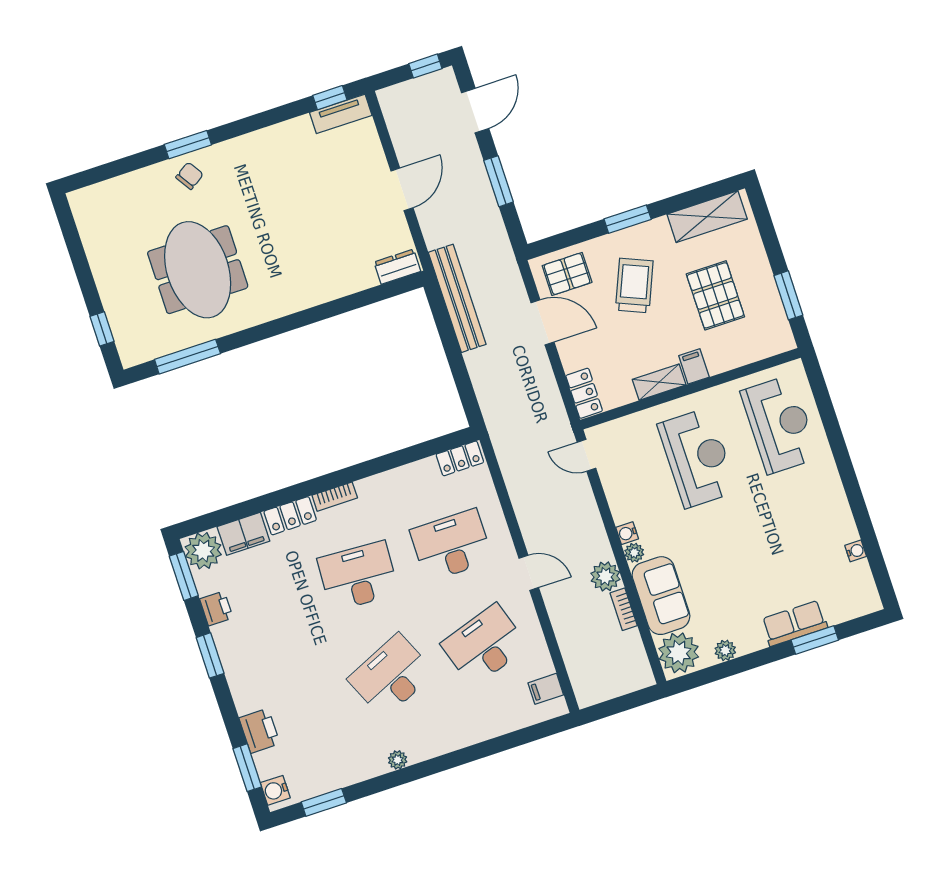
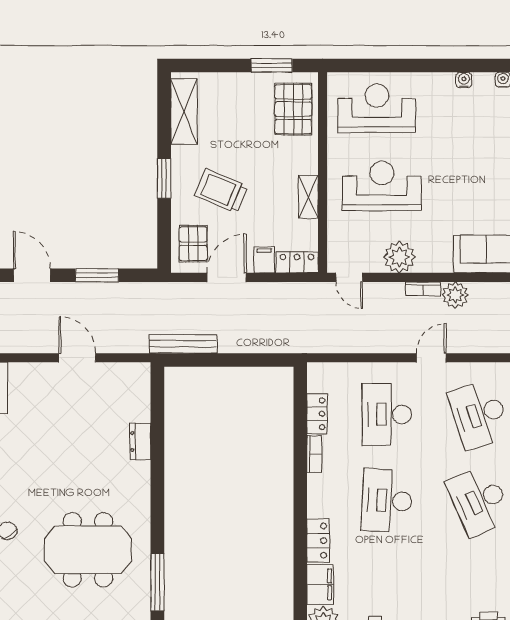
dresser: (397, 267) -> (140, 441), moved
pallet: (715, 295) -> (293, 109), moved, turned 90
bench: (457, 298) -> (183, 344), width x0.73, depth x0.82
filing cabinet: (694, 366) -> (264, 260), moved, turned 90
door: (586, 455) -> (349, 277), hinge flipped
locker: (460, 458) -> (317, 414), moved
bookcase: (335, 497) -> (314, 454), moved
water cooler: (627, 533) -> (464, 80), moved, turned 180
plant: (634, 553) -> (399, 257), moved, width x1.88, depth x1.88
bookcase: (624, 609) -> (423, 289), moved

